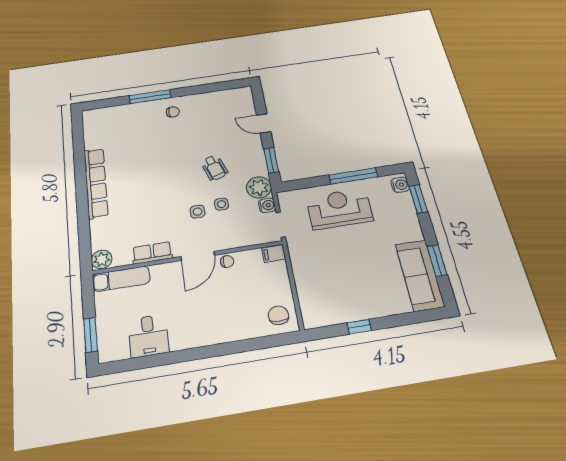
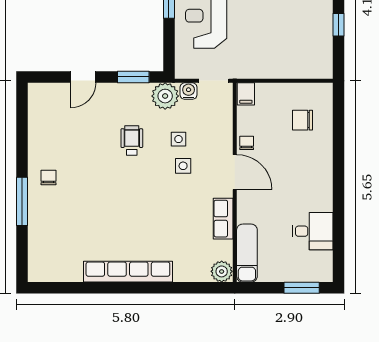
wheelchair: (214, 168) -> (132, 140), turned -72
chair: (278, 315) -> (303, 120), moved

